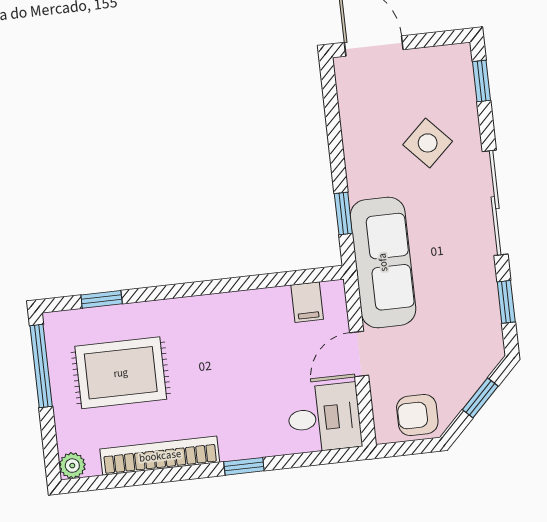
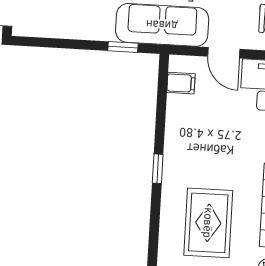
window: (102, 299) -> (158, 169), moved

